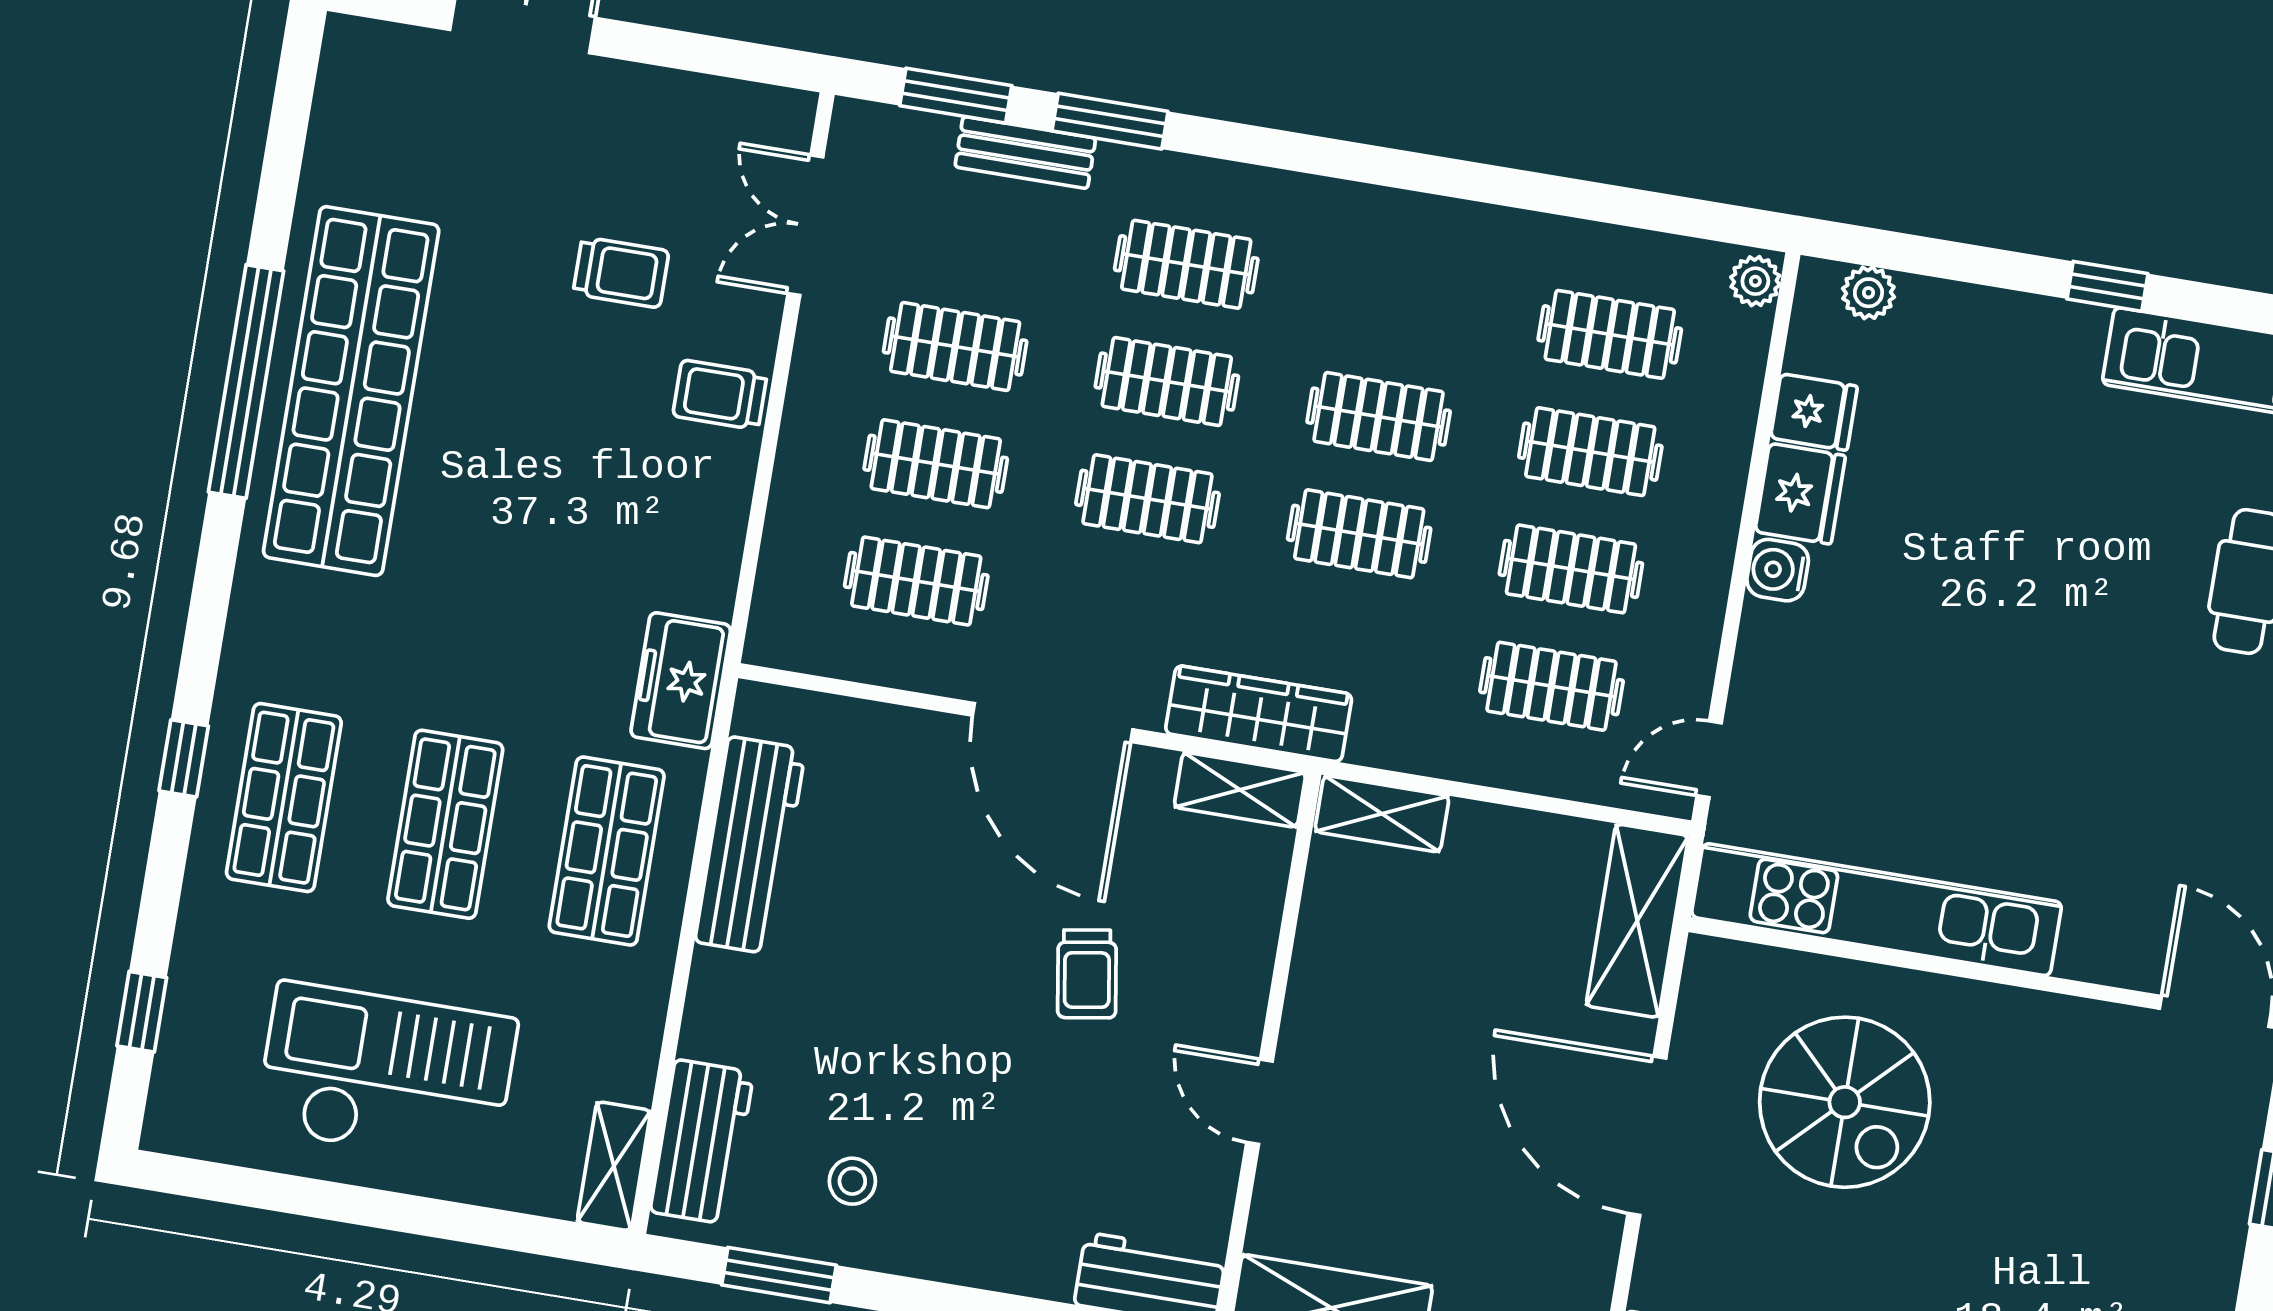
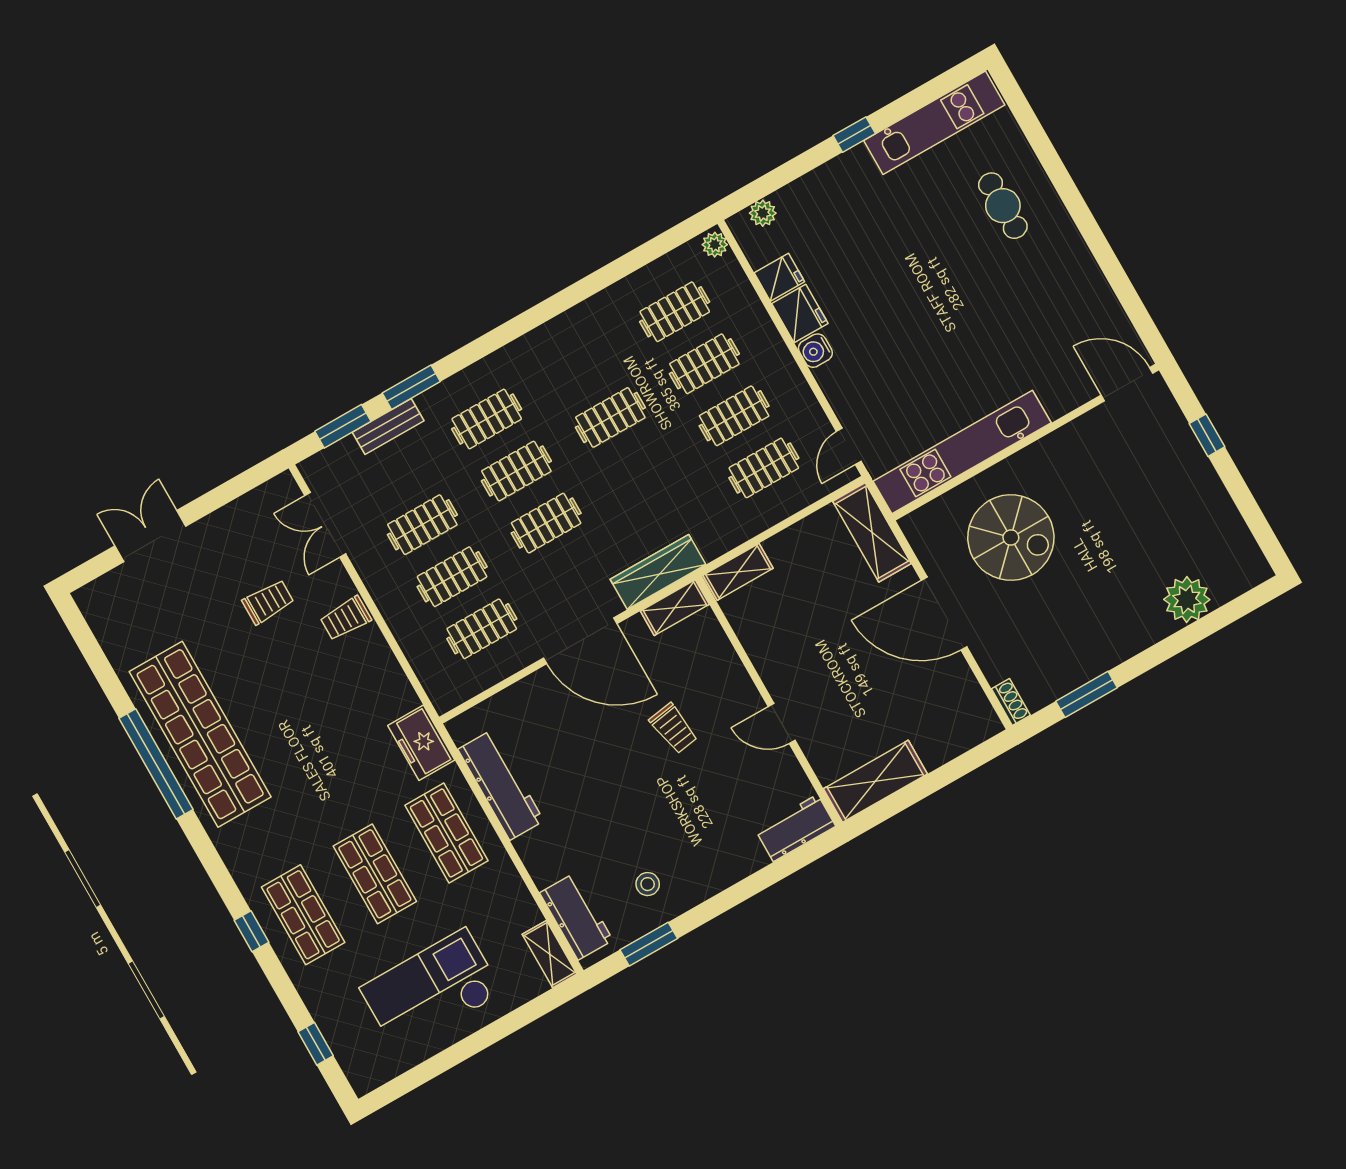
clothes rail: (1359, 534) -> (640, 469), removed

